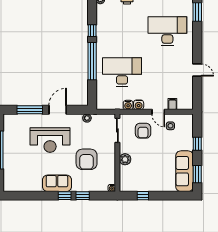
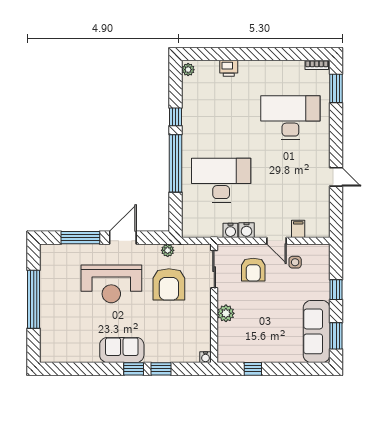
armchair: (87, 159) -> (169, 284), moved

